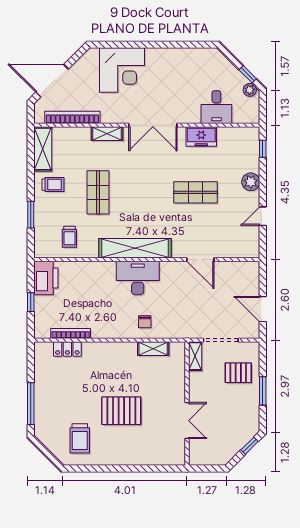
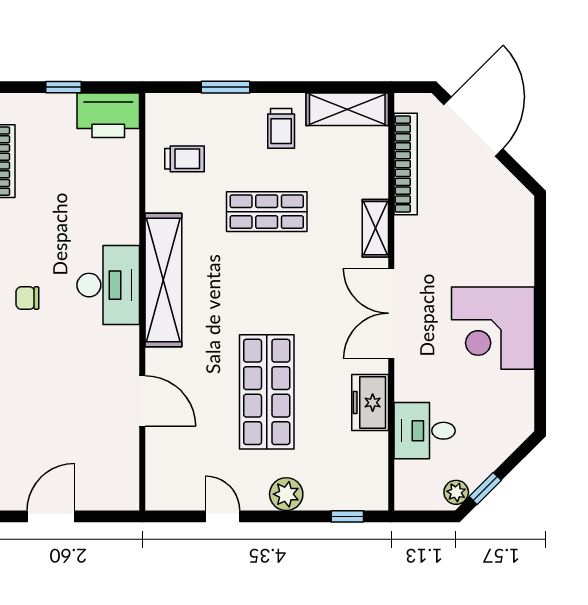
corner desk: (122, 70) -> (493, 328), moved
shop shelf: (195, 192) -> (267, 392), width x1.43, depth x1.36
trolley: (69, 237) -> (185, 159), turned 180
door: (200, 260) -> (142, 401), swing flipped

